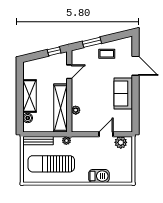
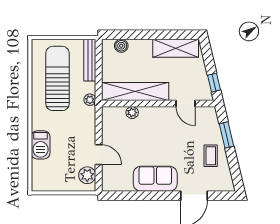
shelving: (29, 96) -> (176, 48), moved

